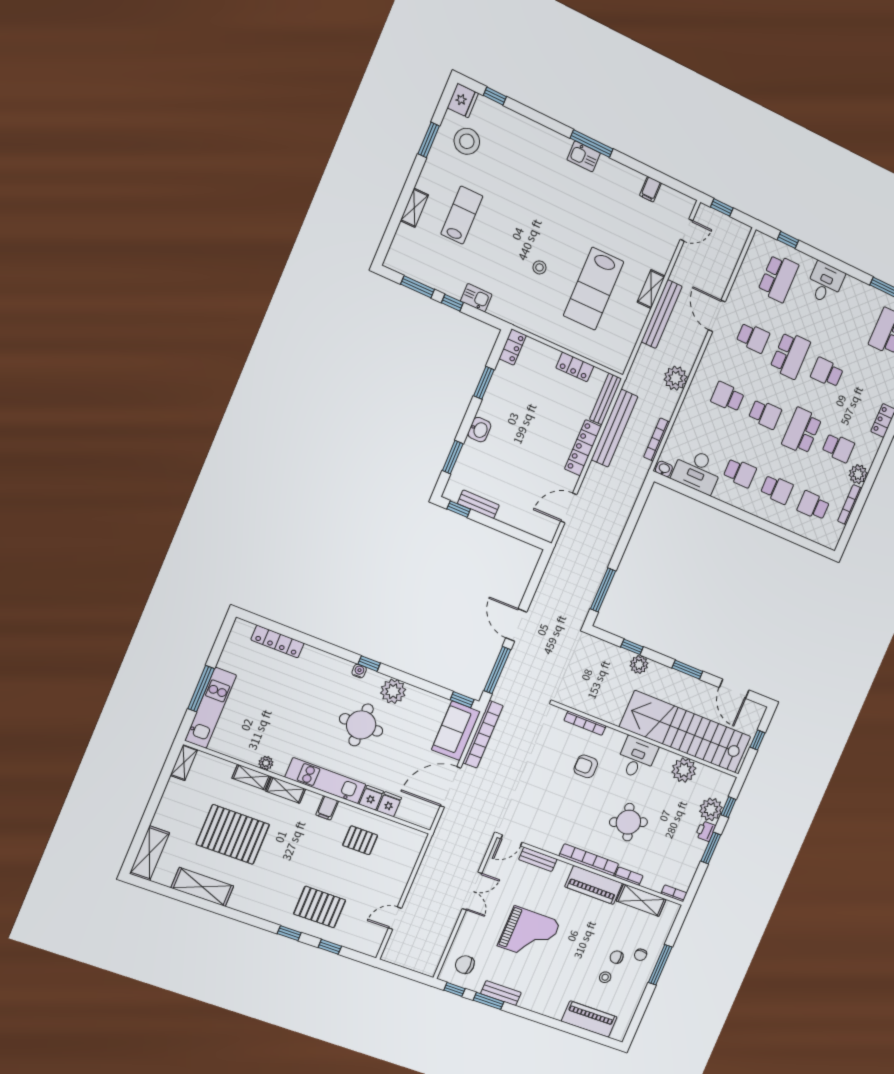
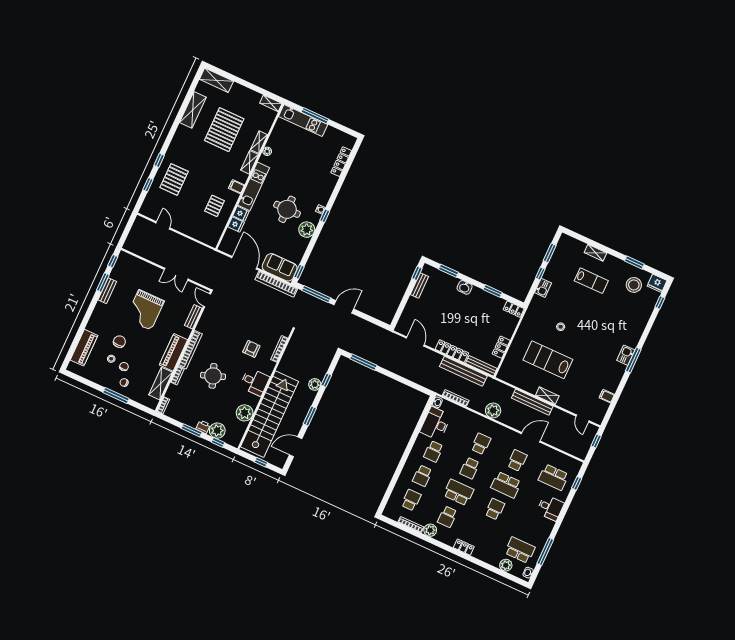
school desk: (753, 338) -> (517, 460), turned 180
chair: (465, 965) -> (119, 342), moved

